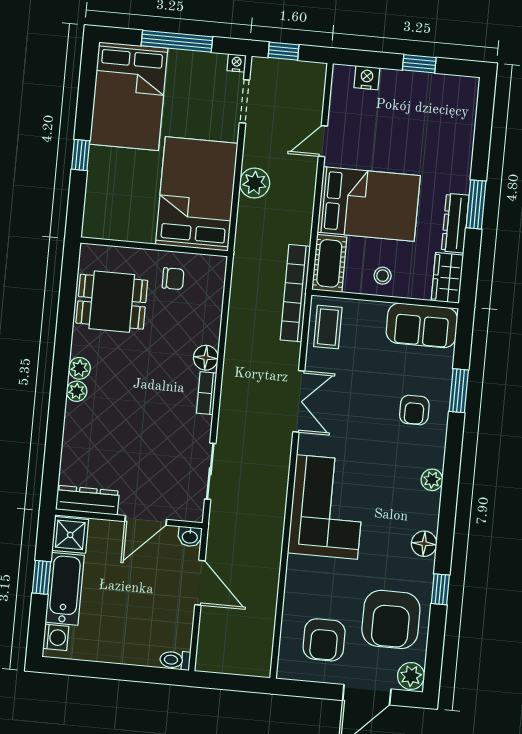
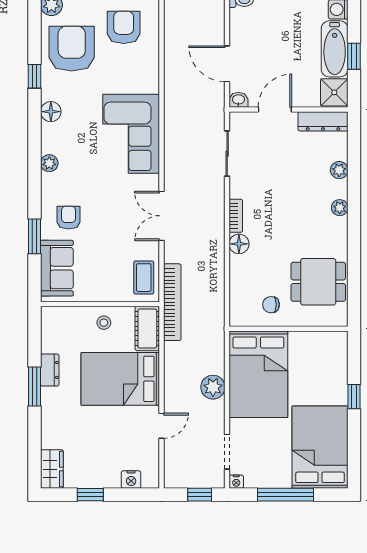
dresser: (455, 223) -> (50, 370), width x0.70
wardrobe: (447, 278) -> (52, 469), moved
sofa: (422, 325) -> (57, 268), moved, turned 90
plant: (79, 368) -> (339, 170), moved

